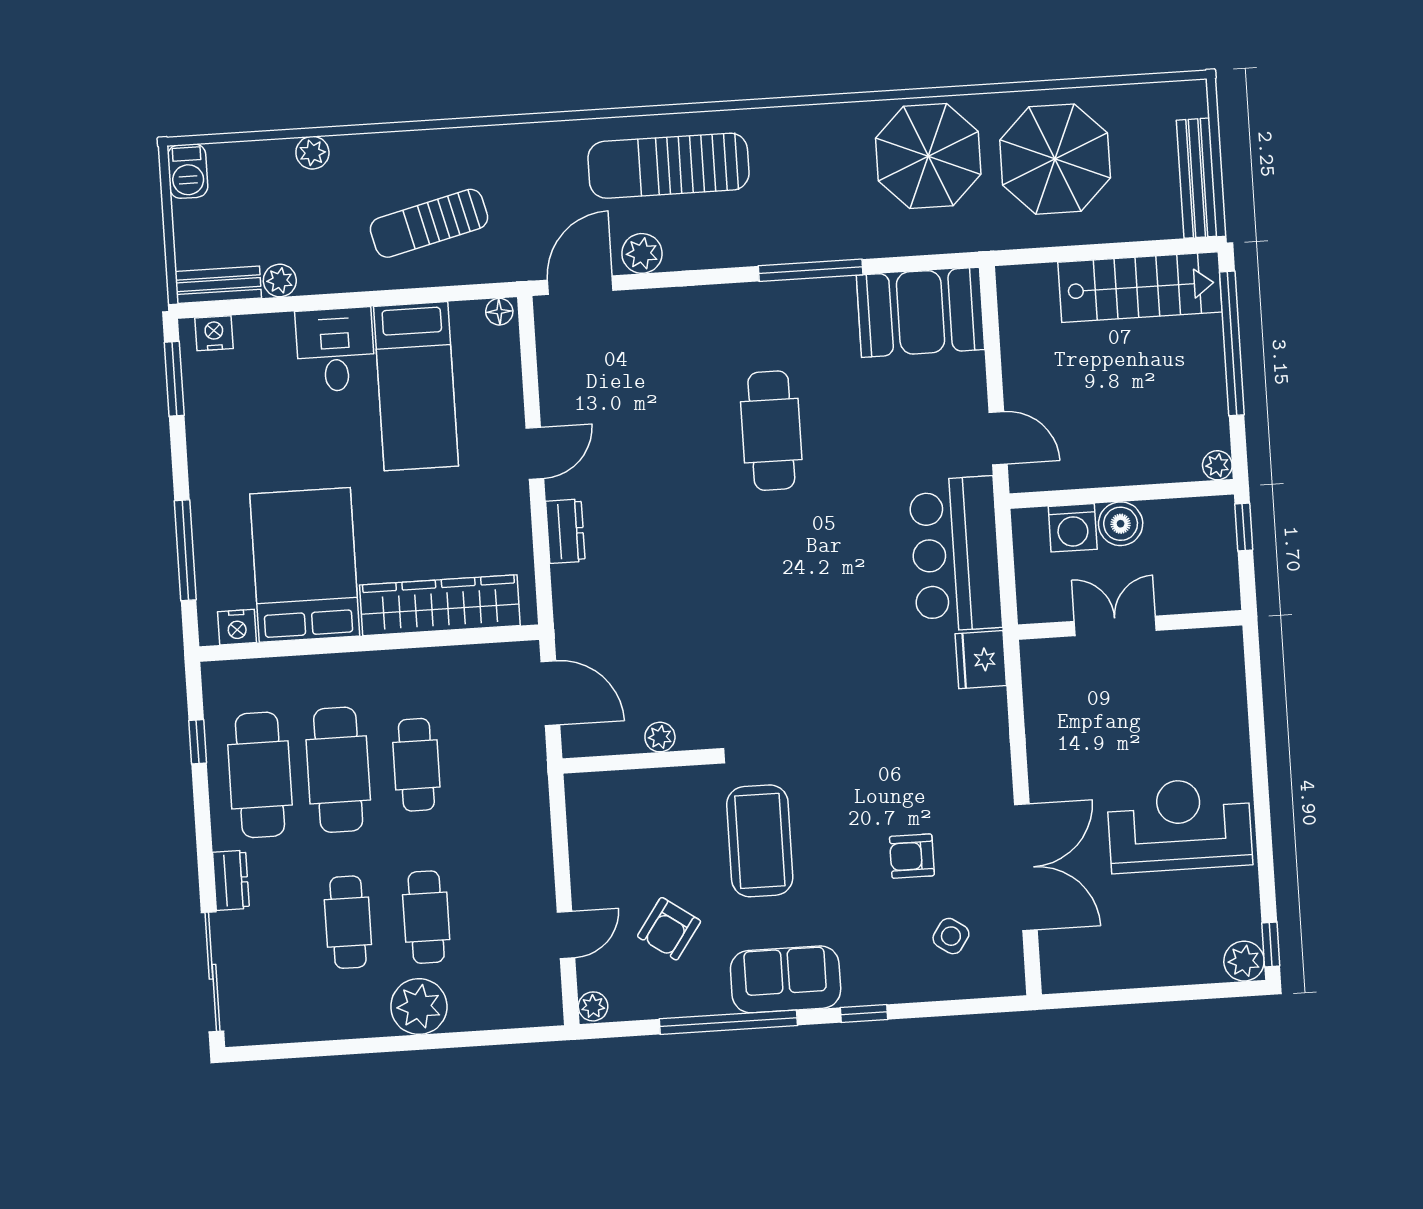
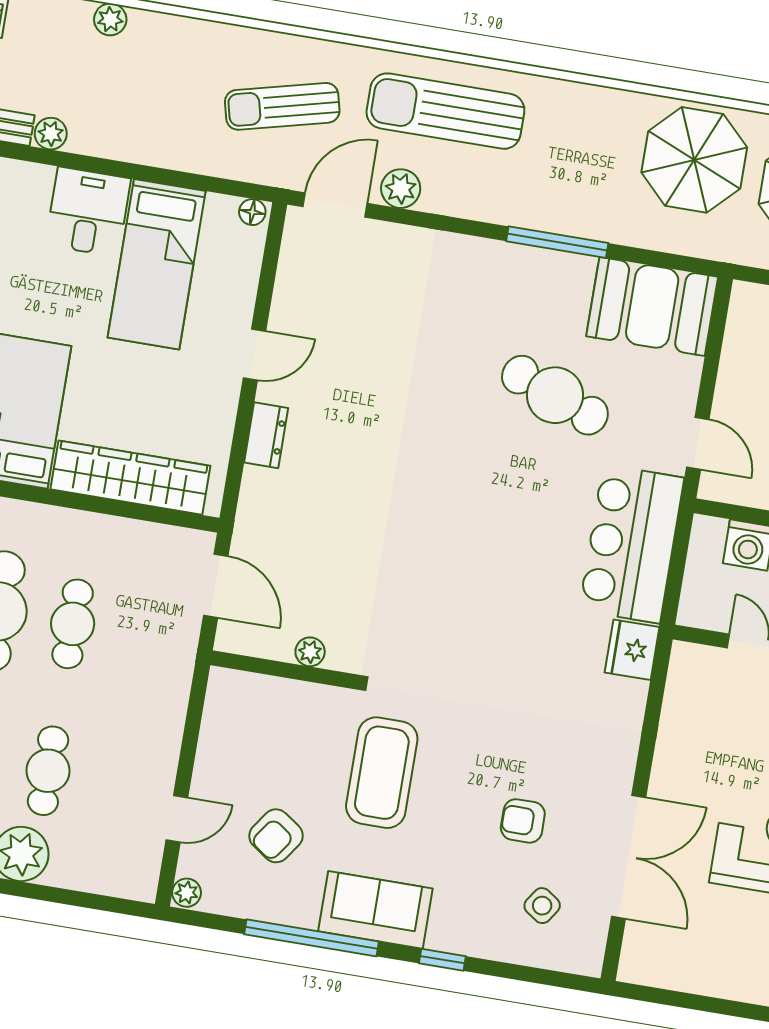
sun lounger: (429, 223) -> (282, 106), moved
cafe table: (771, 431) -> (555, 395), moved, turned -69

